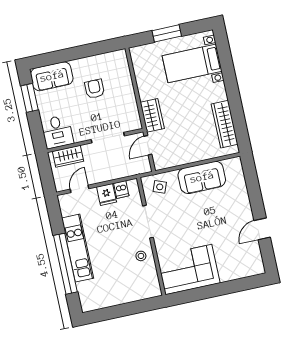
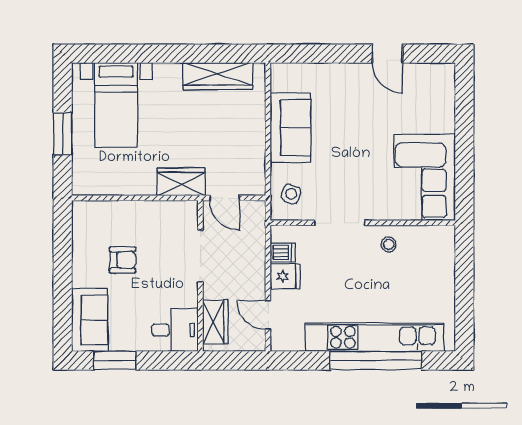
armchair: (95, 89) -> (123, 260), turned 180
kitchen unit: (78, 248) -> (375, 337), width x1.36

